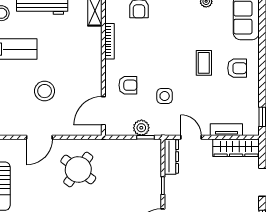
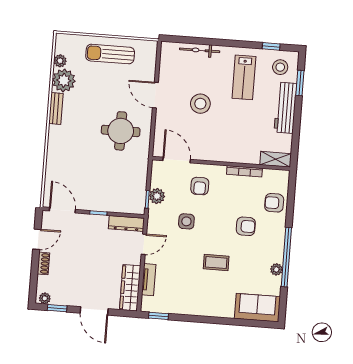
armchair: (237, 68) -> (246, 226), moved, turned -90
round table: (78, 169) -> (121, 131), turned -37

